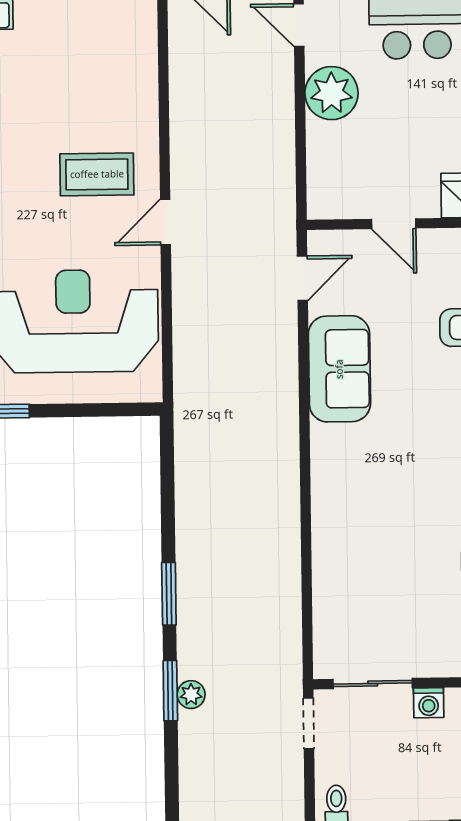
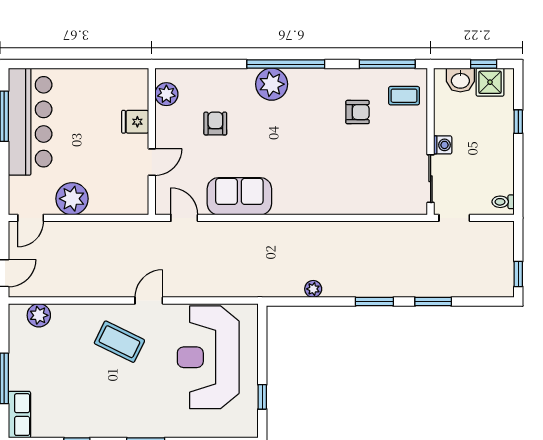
plant: (139, 41) -> (39, 315), added
coffee table: (97, 174) -> (119, 342), turned -64
door: (165, 222) -> (149, 300), swing flipped
plant: (191, 695) -> (313, 289), moved

